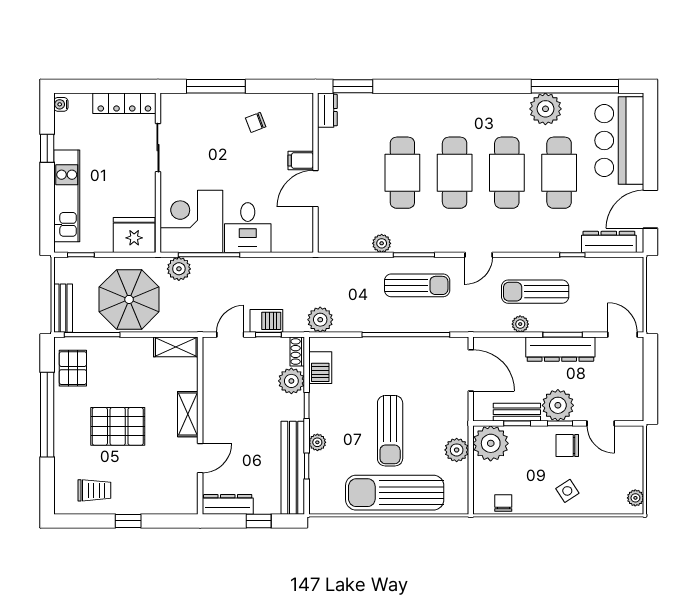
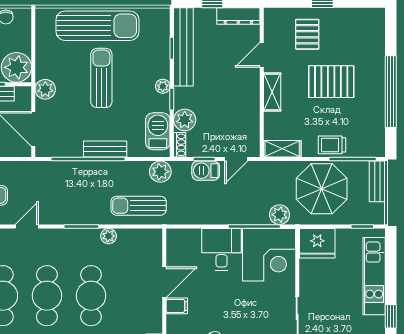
sun lounger: (417, 285) -> (139, 206), moved
bench: (386, 347) -> (105, 149), added
pallet: (73, 368) -> (307, 34), moved
barbecue: (320, 368) -> (158, 131), width x1.38, depth x1.27
plant: (317, 442) -> (163, 86), moved
plant: (457, 450) -> (45, 89), moved
trolley: (94, 490) -> (332, 145), moved

